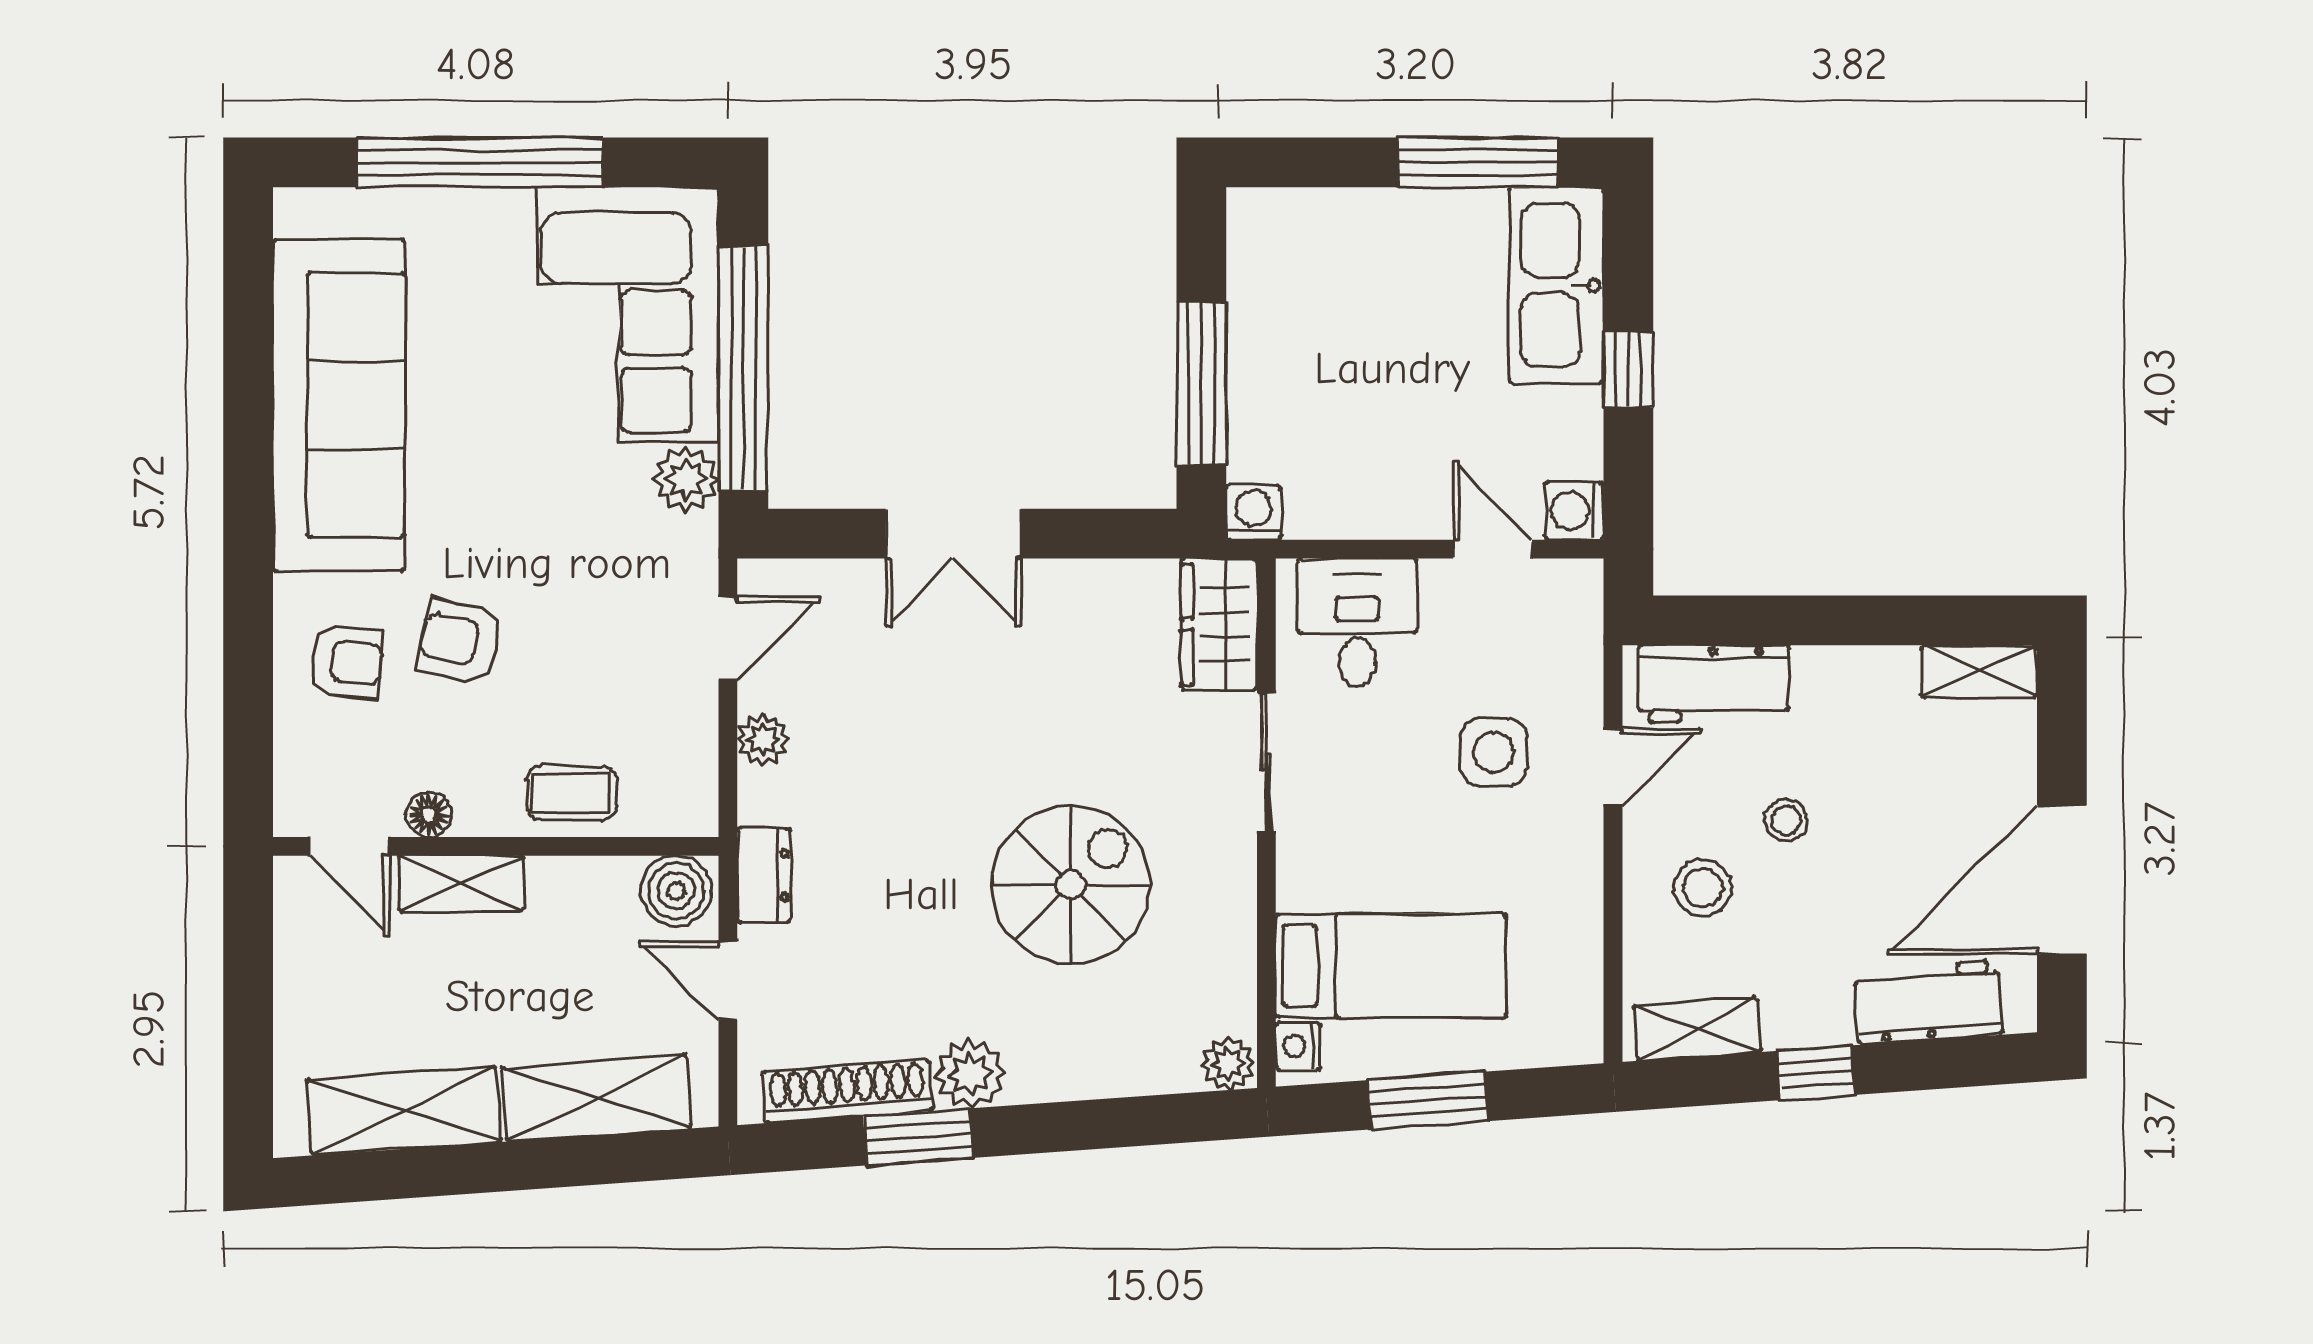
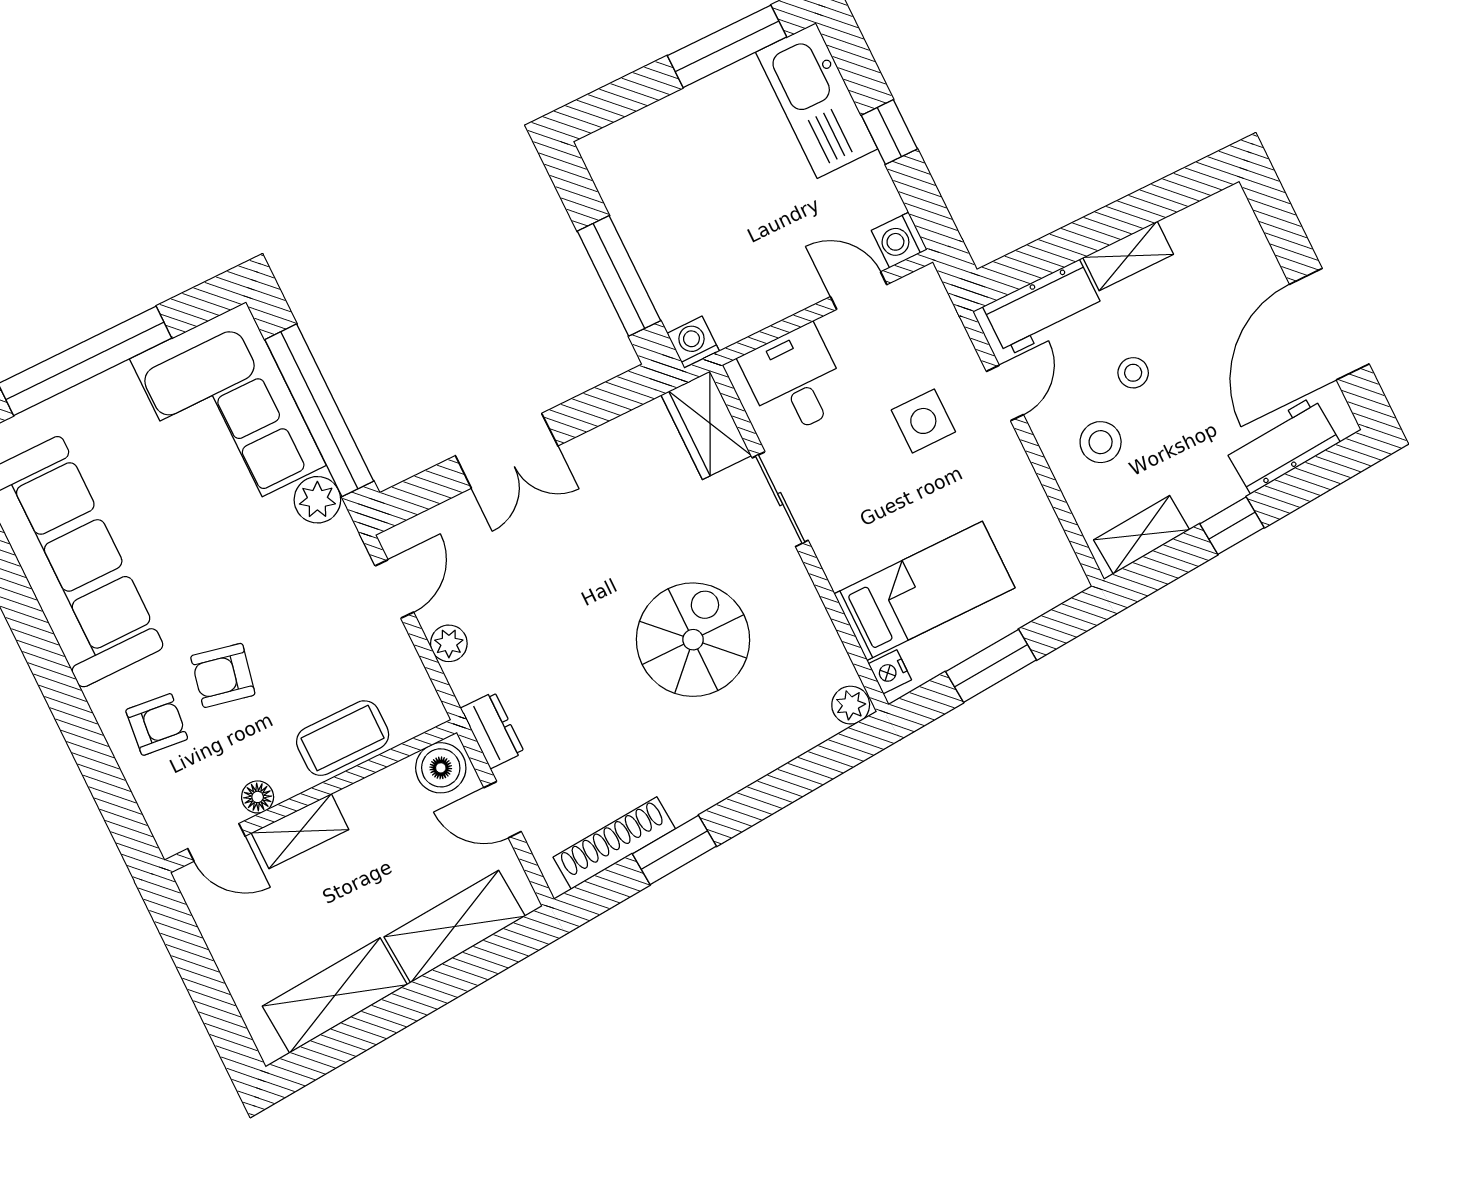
shelving: (1979, 671) -> (1128, 256), moved
coffee table: (571, 793) -> (343, 738), width x1.36, depth x1.30
plant: (970, 1073) -> (688, 793), removed

